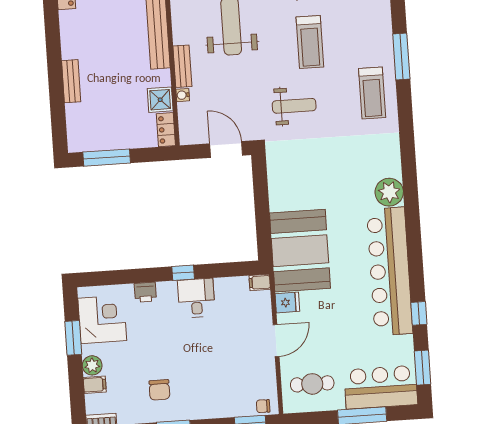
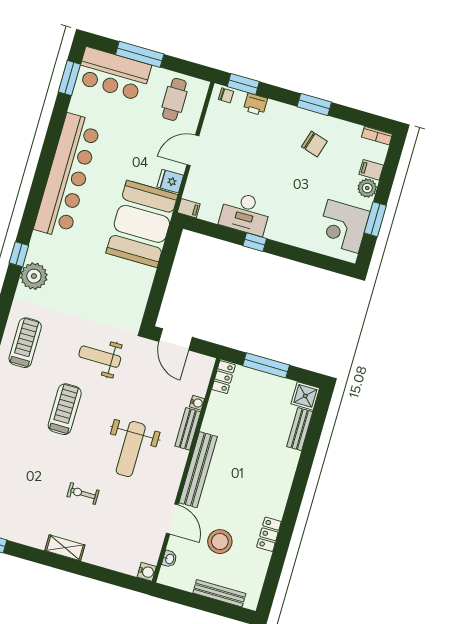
bench: (71, 81) -> (300, 429), moved
shower: (160, 100) -> (305, 396), moved
window: (107, 158) -> (266, 365), moved
plant: (389, 192) -> (34, 276), moved
printer: (145, 292) -> (255, 104), moved, turned 180
desk: (196, 298) -> (245, 213), width x1.37
window: (419, 313) -> (19, 254), moved
cafe table: (312, 384) -> (174, 99), turned 90
chair: (159, 390) -> (314, 144), turned 107

